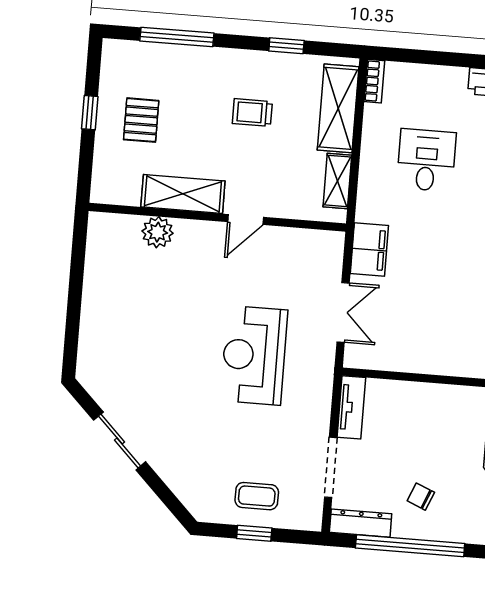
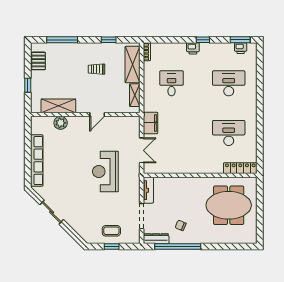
window: (90, 113) -> (28, 85), moved
pallet: (141, 120) -> (39, 61), moved
shelving: (183, 194) -> (58, 106), moved
row of seats: (95, 316) -> (37, 160), added

